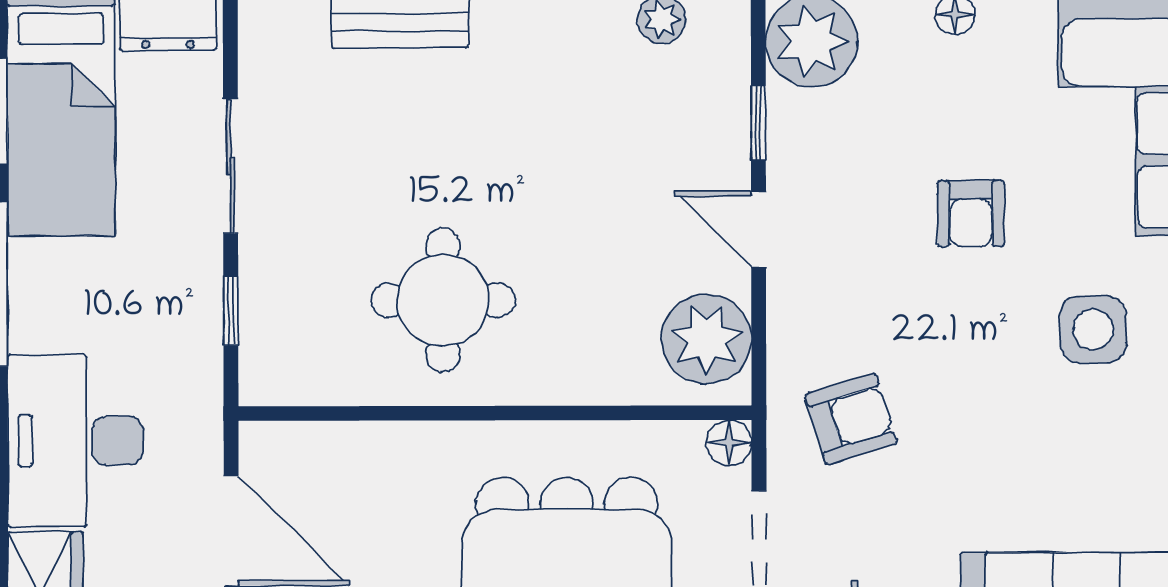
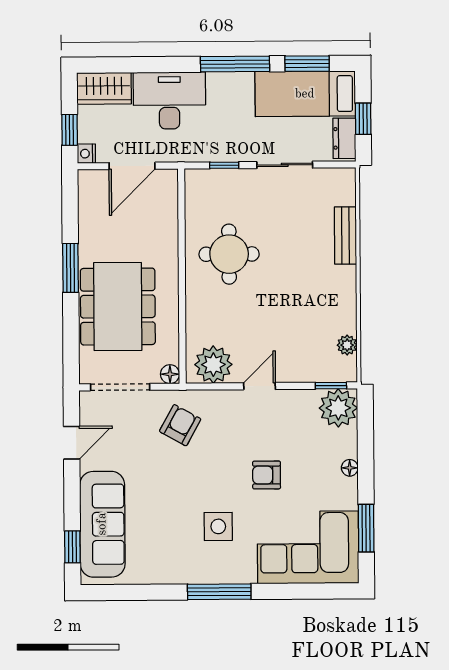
window: (758, 123) -> (331, 386), moved
armchair: (851, 419) -> (180, 425), turned -134

